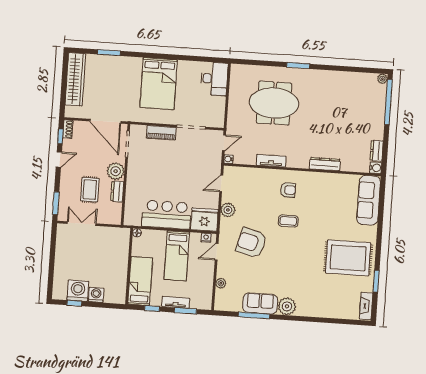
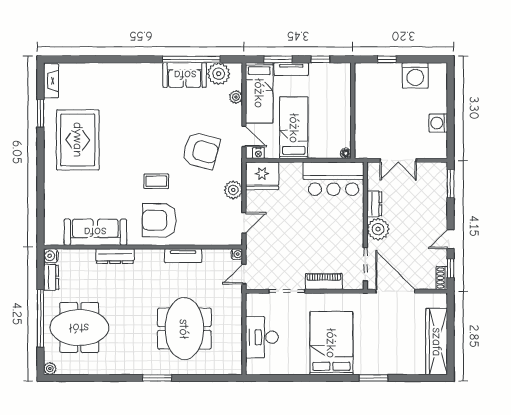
window: (109, 53) -> (373, 378), moved
desk: (214, 79) -> (262, 337), moved
window: (388, 102) -> (41, 318), moved
meeting table: (274, 103) -> (184, 329), turned 90
meeting table: (357, 110) -> (79, 328), added
rug: (90, 190) -> (409, 204), removed
armchair: (288, 190) -> (159, 220), width x1.88, depth x1.88
sofa: (369, 200) -> (95, 232), moved, turned -90
bar counter: (167, 215) -> (333, 179), moved
double door: (82, 224) -> (398, 160), moved
door: (217, 252) -> (244, 136), hinge flipped
rug: (348, 258) -> (78, 140), turned 90
bed: (140, 281) -> (259, 93), moved
washing machine: (96, 295) -> (438, 123), moved, turned 90
window: (74, 303) -> (387, 59), moved
plant: (287, 306) -> (219, 74), moved
window: (254, 315) -> (191, 59), width x1.46

